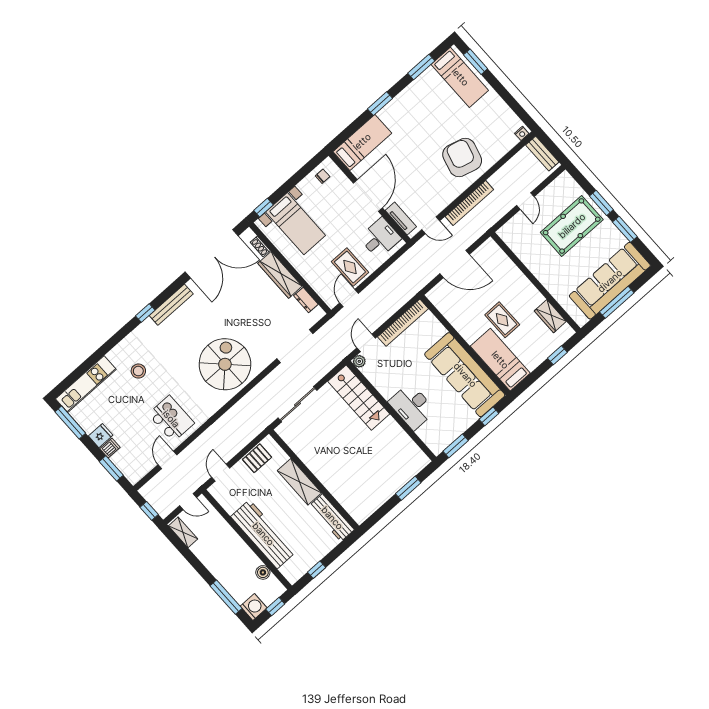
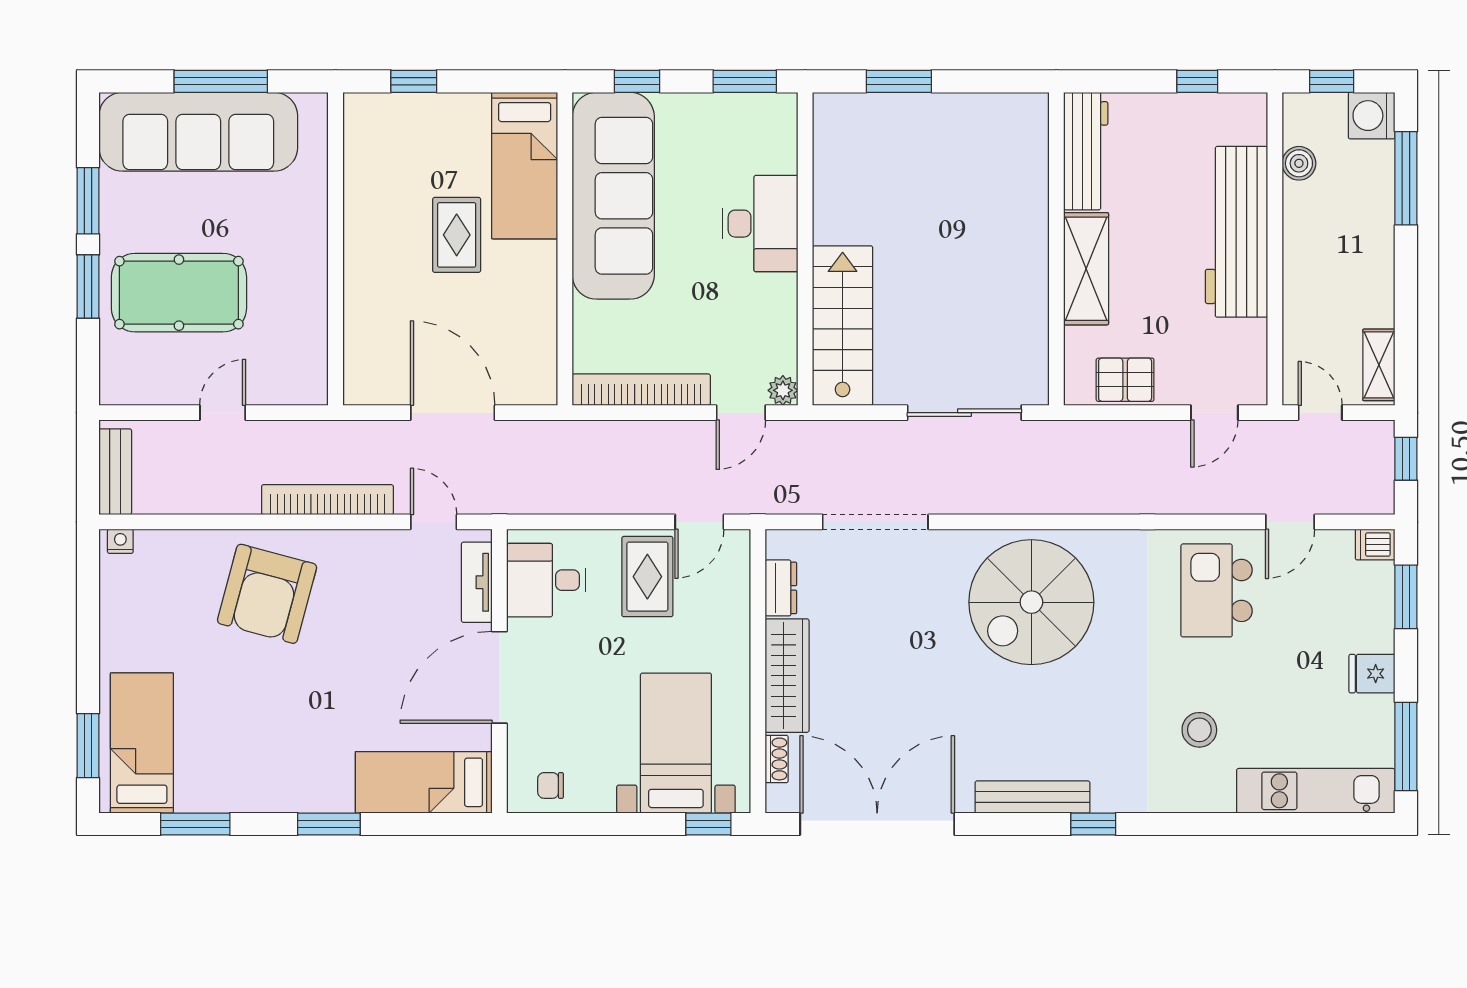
wardrobe: (550, 316) -> (364, 164), removed
dishwasher: (110, 448) -> (1375, 545), moved

